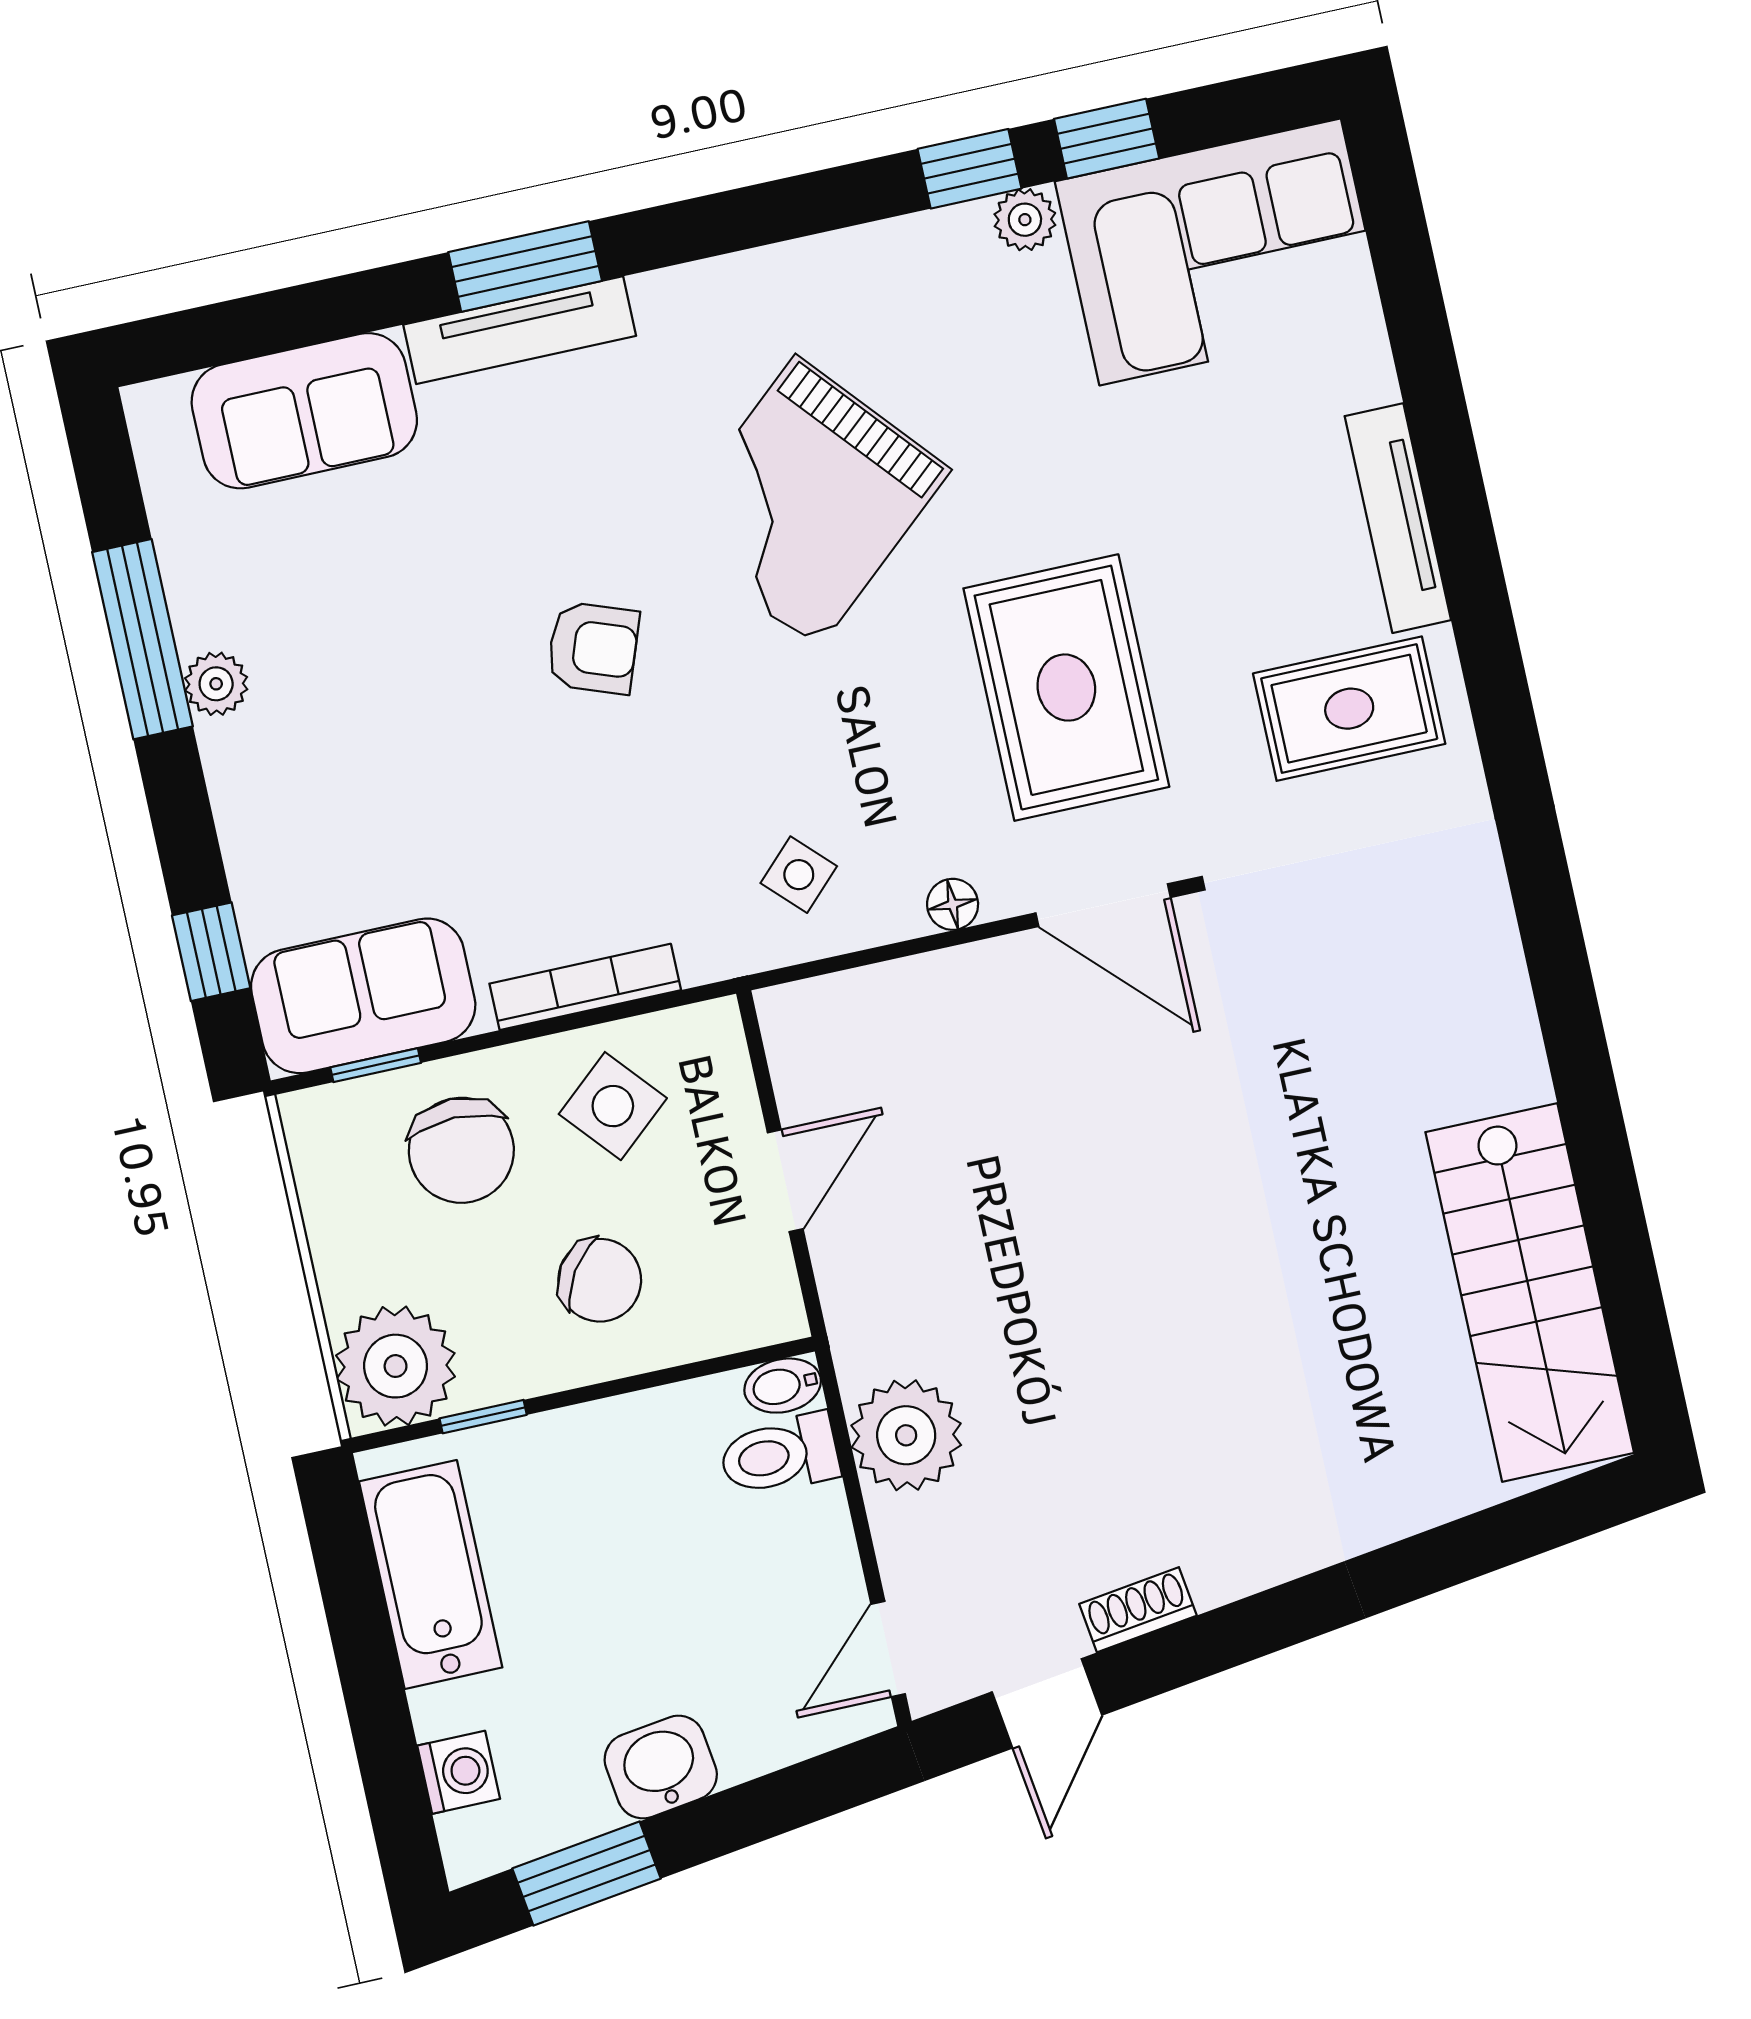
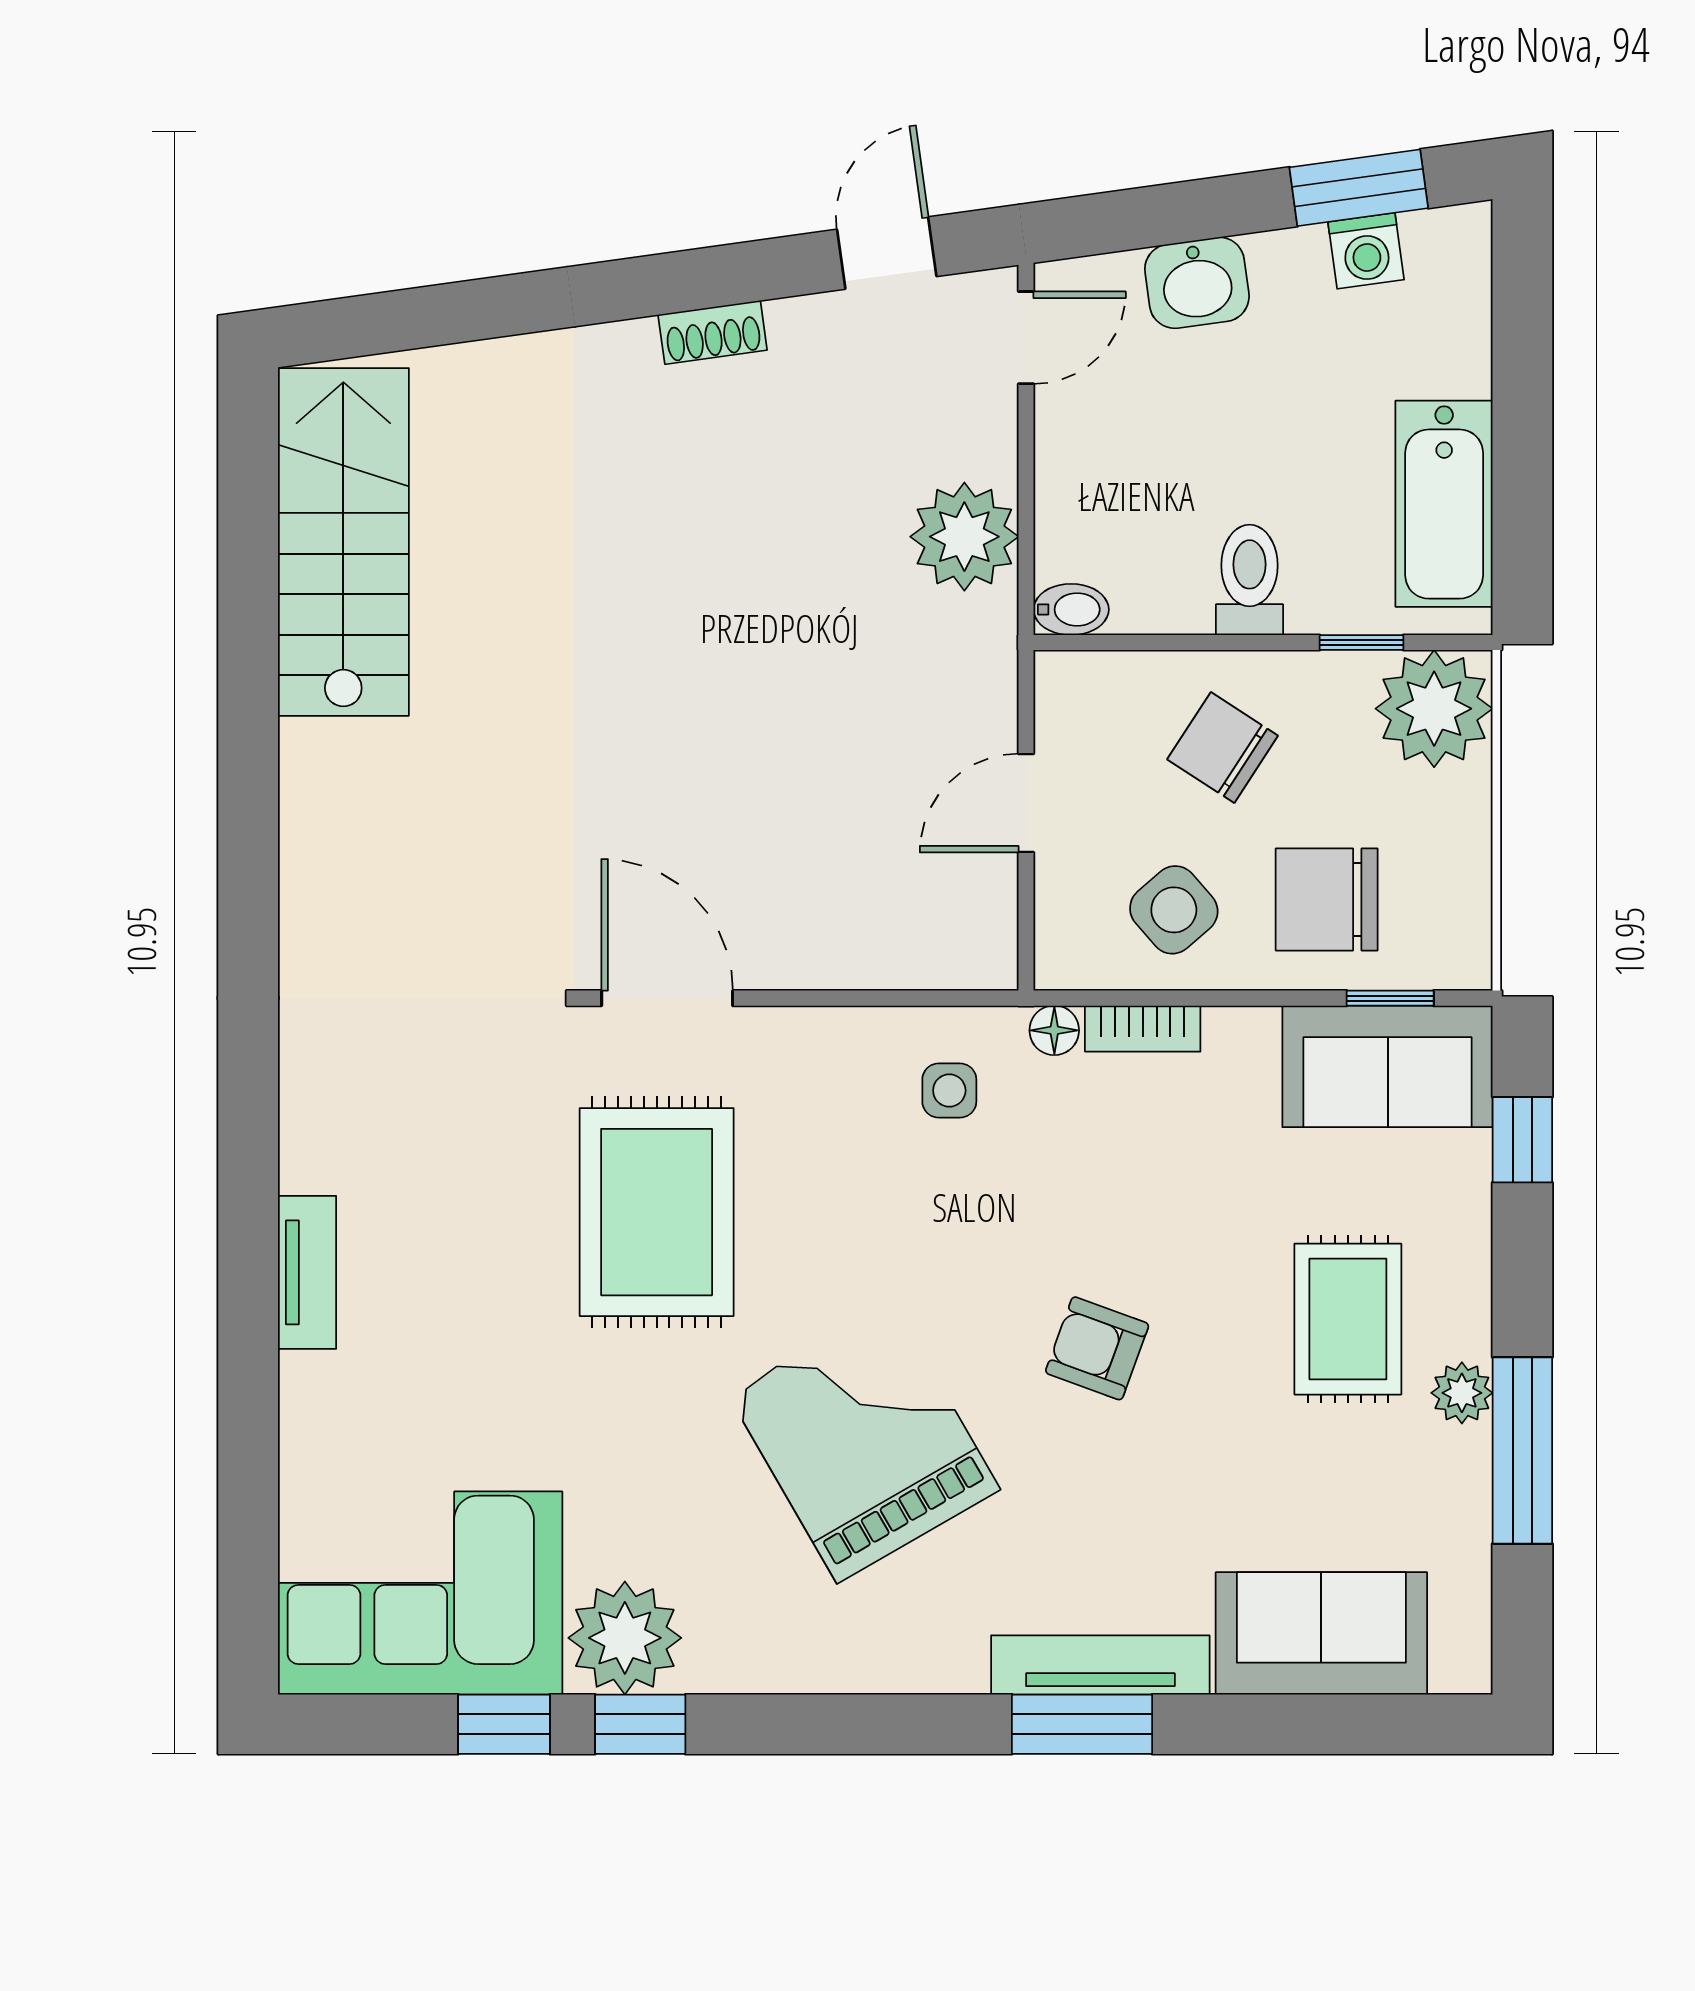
plant: (1025, 220) -> (625, 1638), width x1.87, depth x1.87
grand piano: (807, 502) -> (864, 1442), turned -79
tv unit: (1398, 518) -> (307, 1272), width x0.71
rug: (1349, 709) -> (1348, 1319), moved, turned 90
side table: (799, 875) -> (949, 1091), turned 45
floor lamp: (953, 904) -> (1054, 1030), moved
bookcase: (585, 987) -> (1143, 1029), width x0.64
chair: (461, 1150) -> (1327, 899), turned -90
toilet: (779, 1455) -> (1250, 580), moved, turned -90
shoe rack: (1138, 1610) -> (713, 332), moved
washbasin: (661, 1767) -> (1197, 283), moved
washing machine: (459, 1772) -> (1366, 251), moved, turned -98

